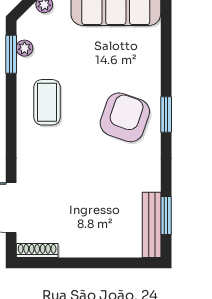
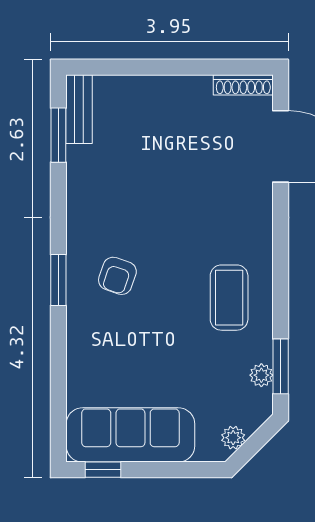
armchair: (125, 117) -> (117, 276), width x0.53, depth x0.53
bench: (152, 225) -> (79, 109), width x0.73

